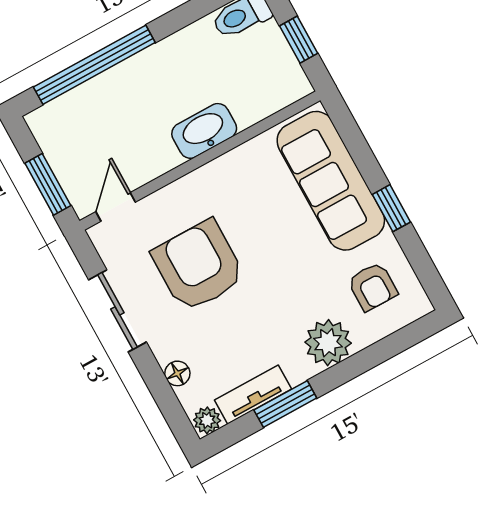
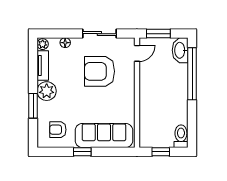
washbasin: (204, 131) -> (180, 50), moved, turned 180
door: (116, 207) -> (137, 53), hinge flipped
armchair: (198, 266) -> (100, 71), turned 180
plant: (328, 343) -> (47, 91), moved
window: (285, 404) -> (33, 106), moved

